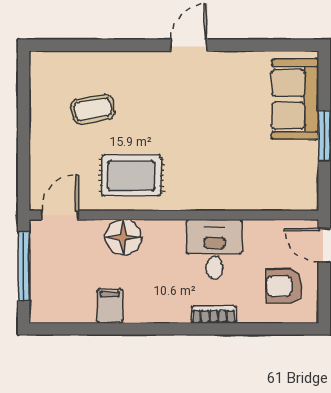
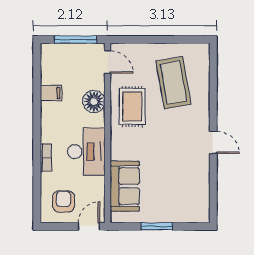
sofa: (295, 99) -> (125, 186), moved, turned 90
coffee table: (93, 109) -> (173, 83), width x1.86, depth x1.72
desk: (214, 249) -> (86, 152), width x1.37

